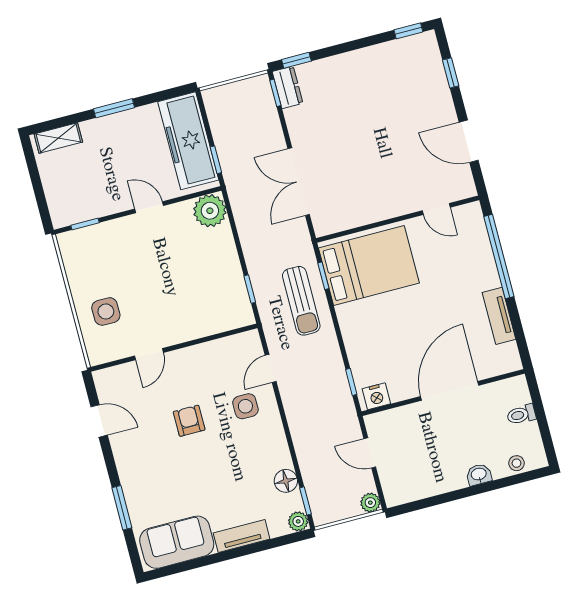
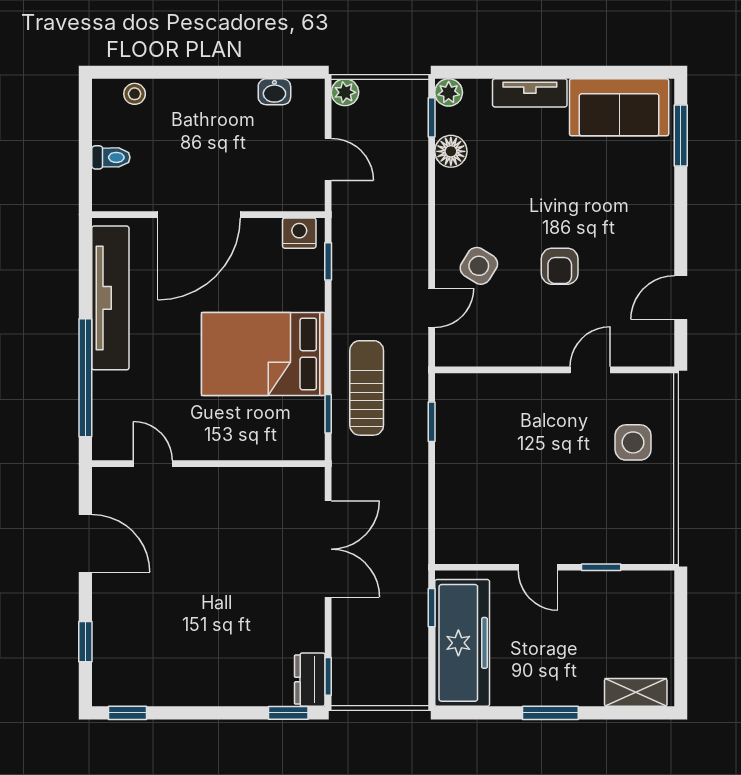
plant: (210, 211) -> (458, 541), removed
window: (85, 224) -> (601, 567), moved
bed: (369, 266) -> (263, 354), moved
tv unit: (499, 316) -> (110, 298), width x1.92, depth x1.29
side table: (245, 406) -> (479, 266), turned 32
door: (99, 421) -> (681, 298), hinge flipped
washbasin: (479, 475) -> (274, 92), moved
window: (122, 508) -> (681, 135), moved

